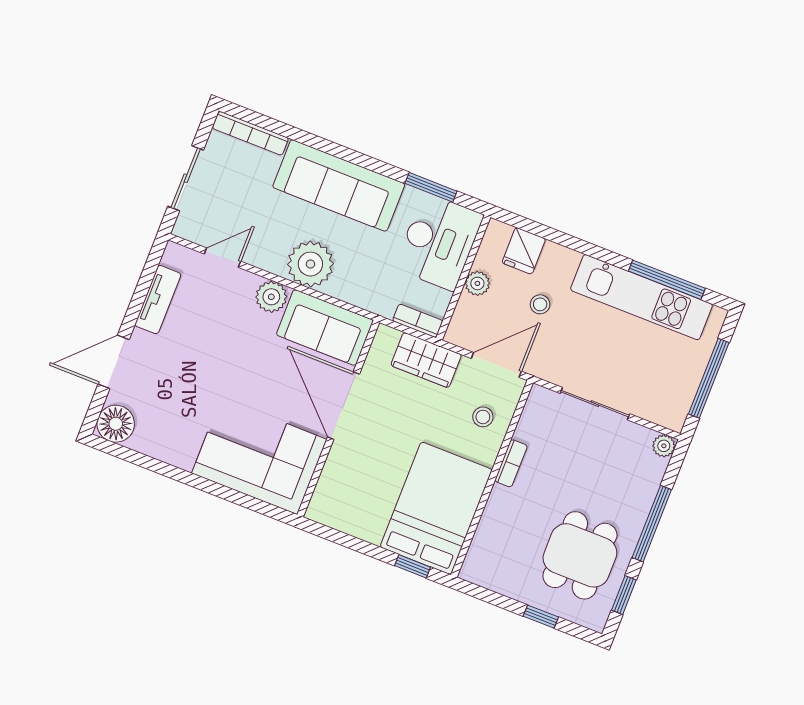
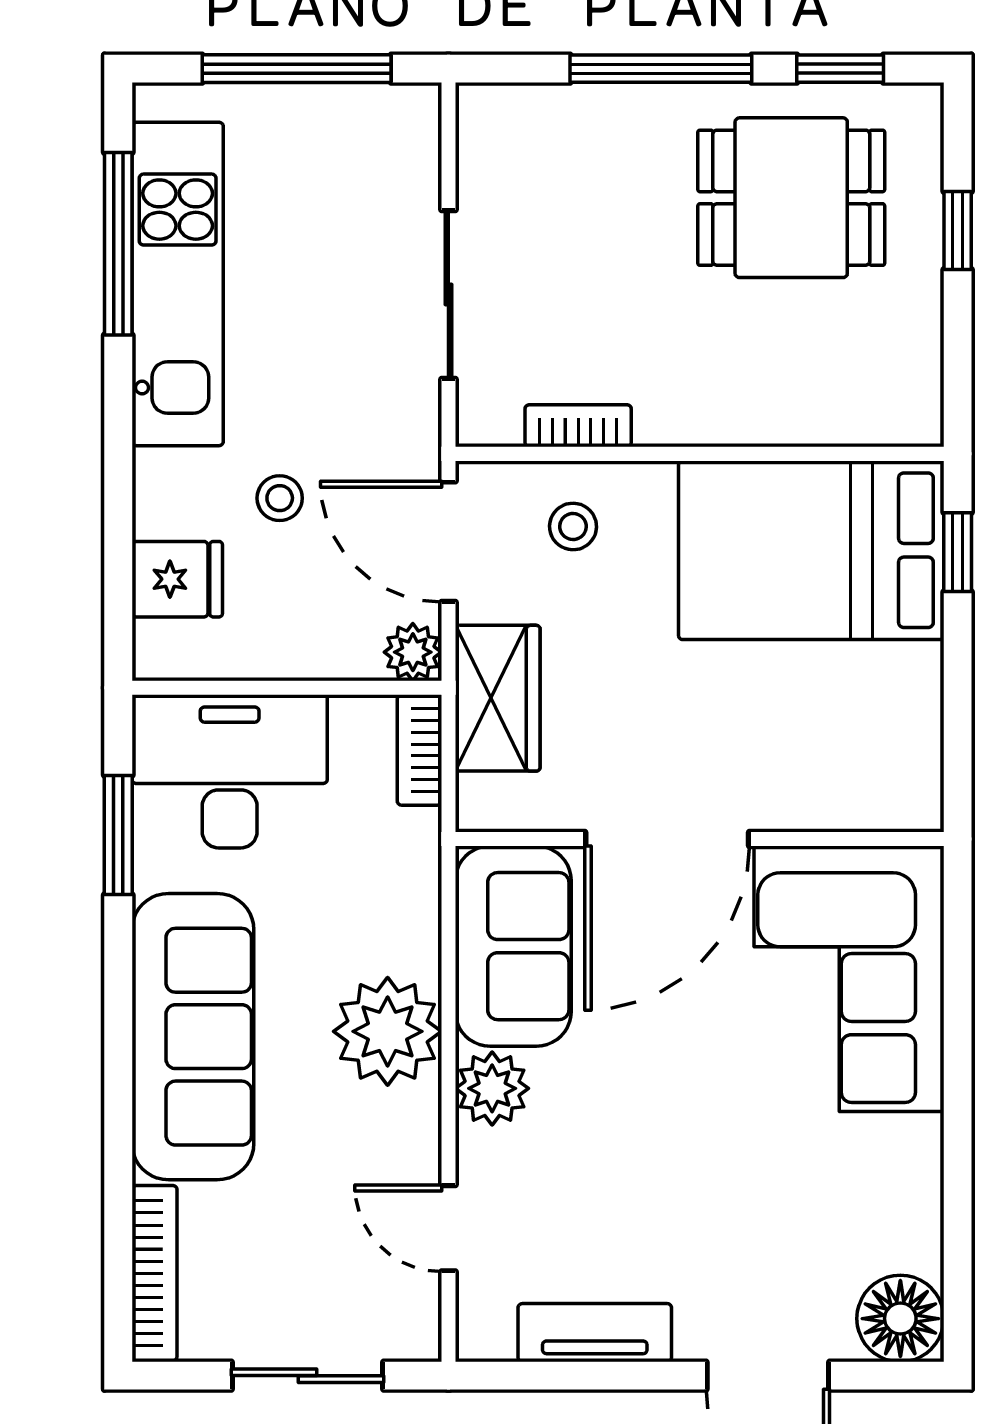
plant: (477, 283) -> (413, 652), moved
plant: (664, 446) -> (482, 109), removed
bookcase: (511, 463) -> (578, 426), moved

